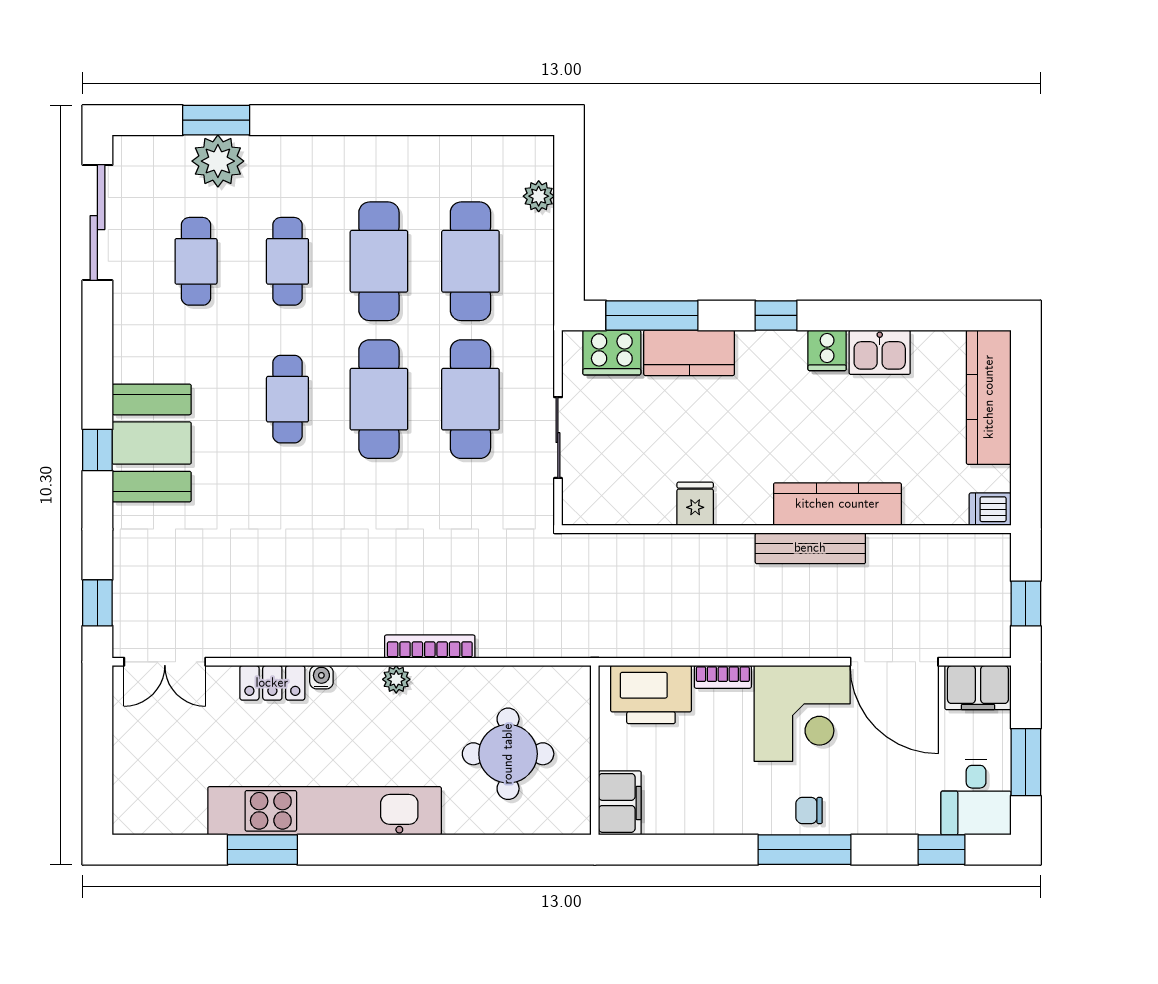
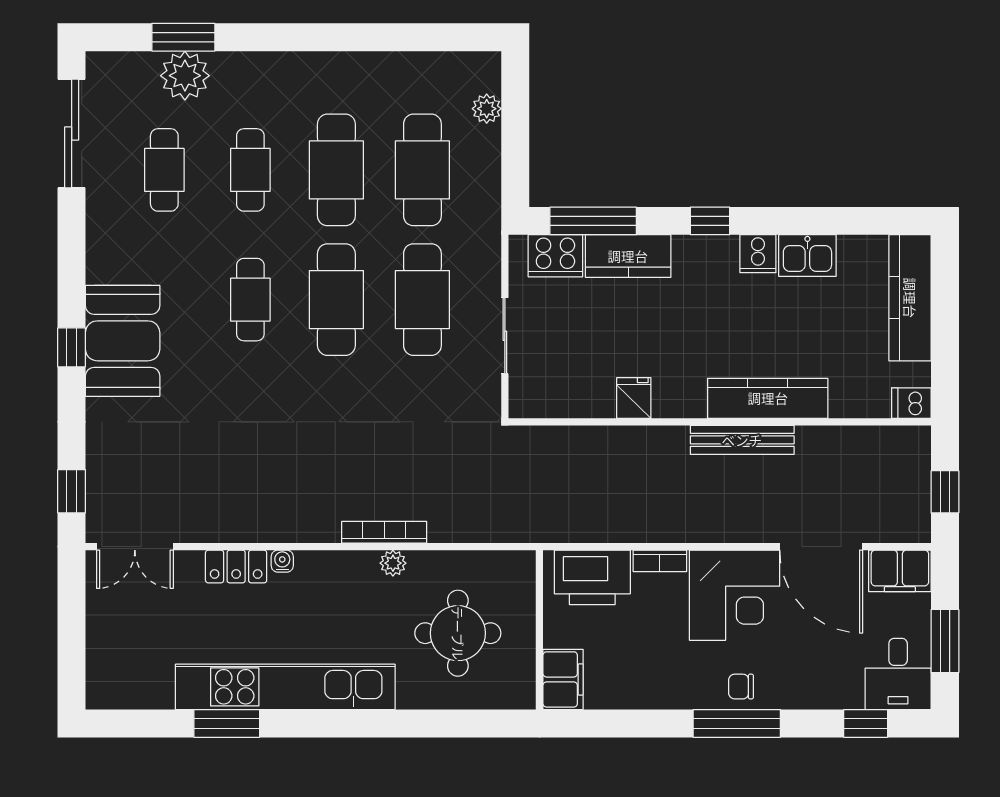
plant: (396, 679) -> (393, 563), moved

